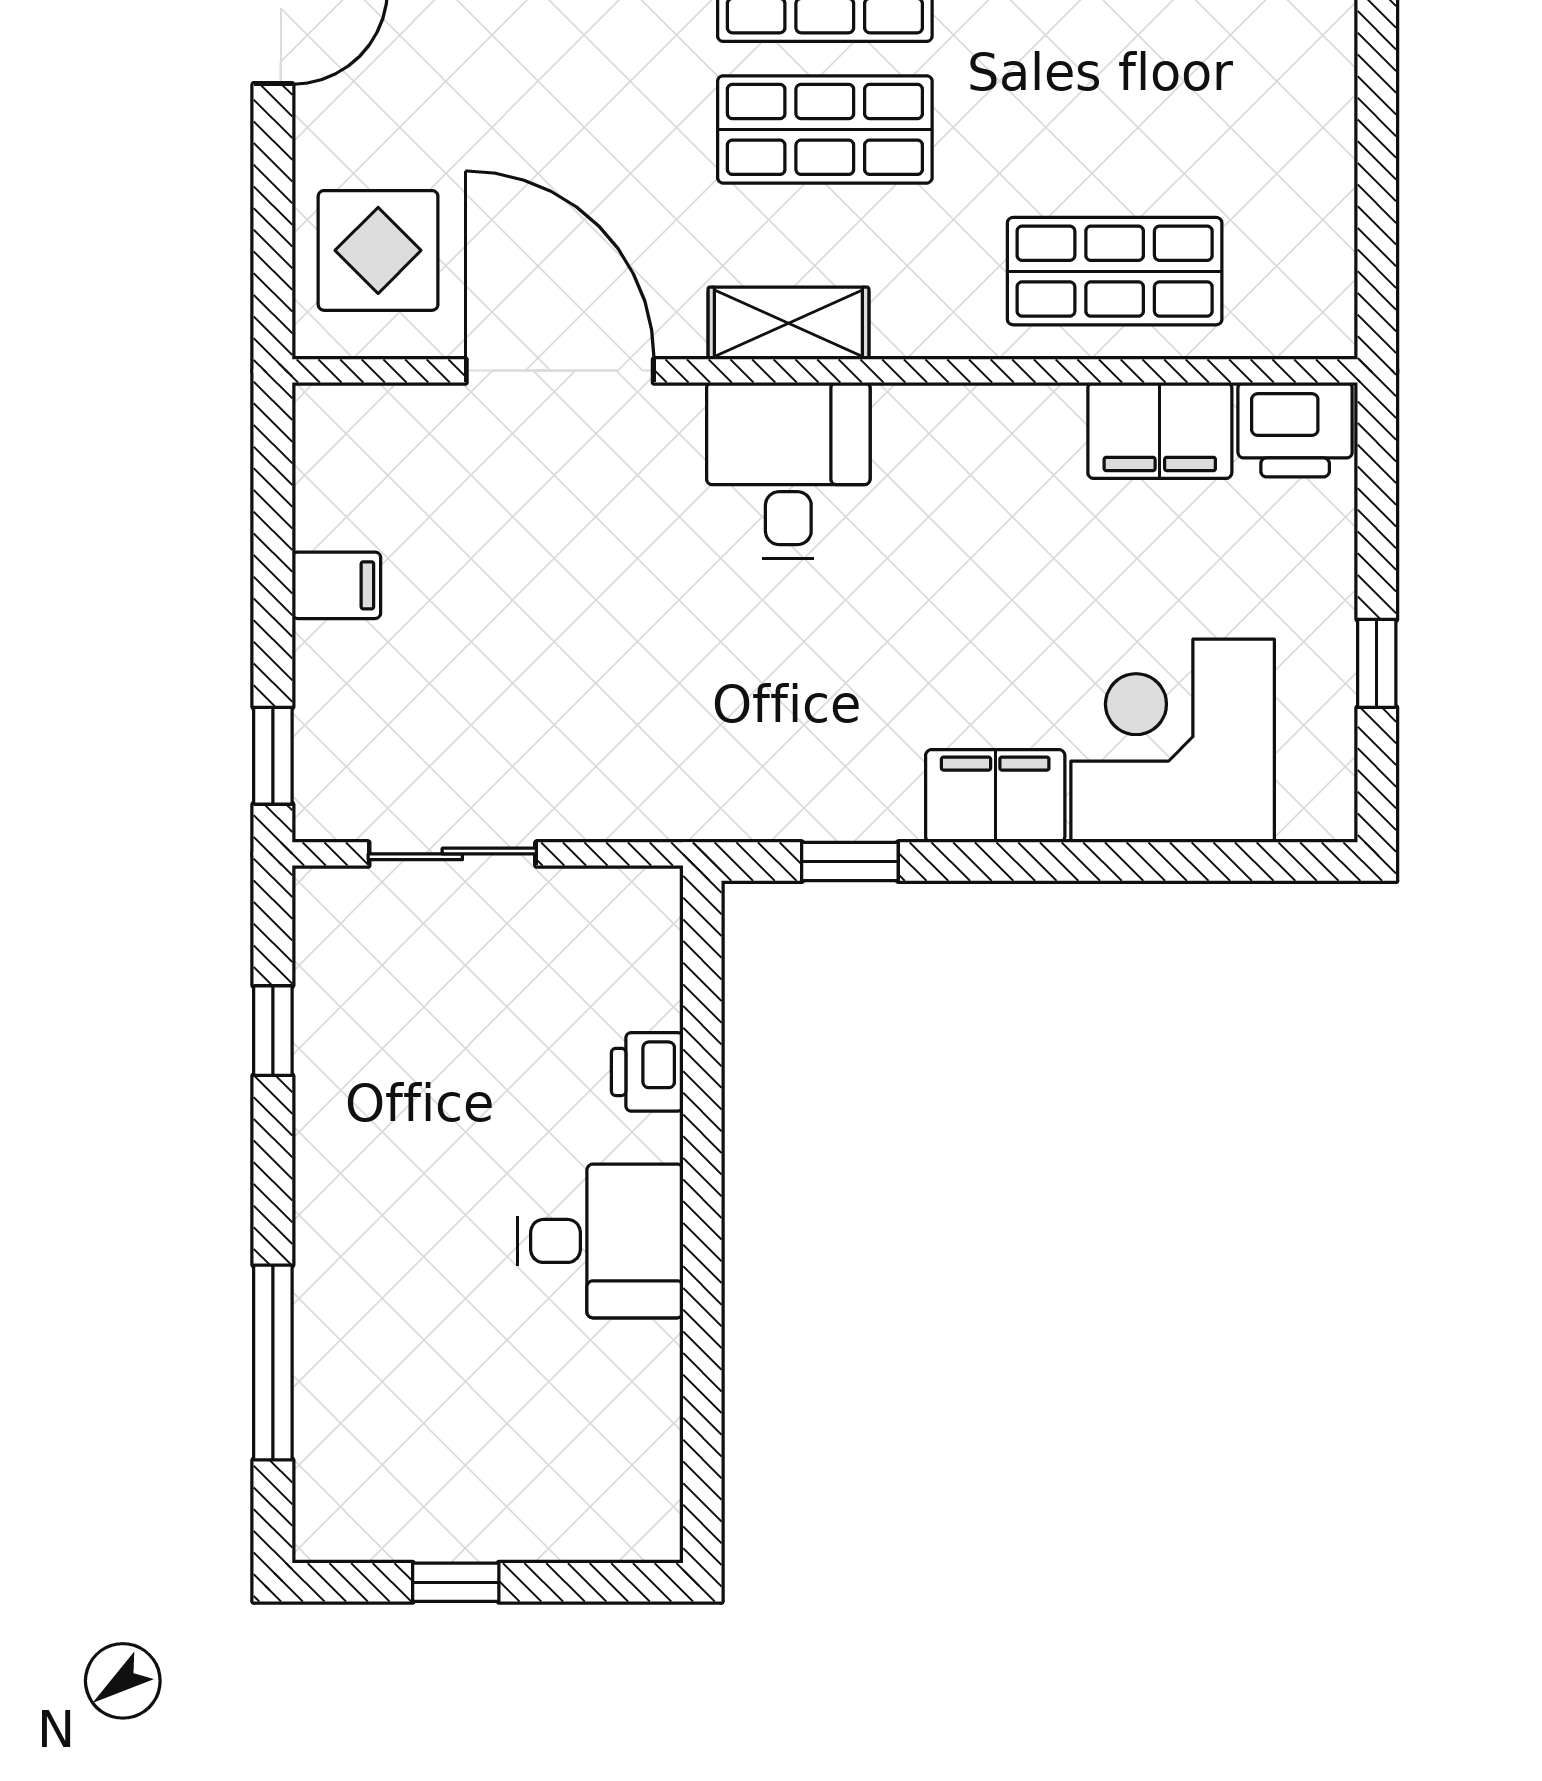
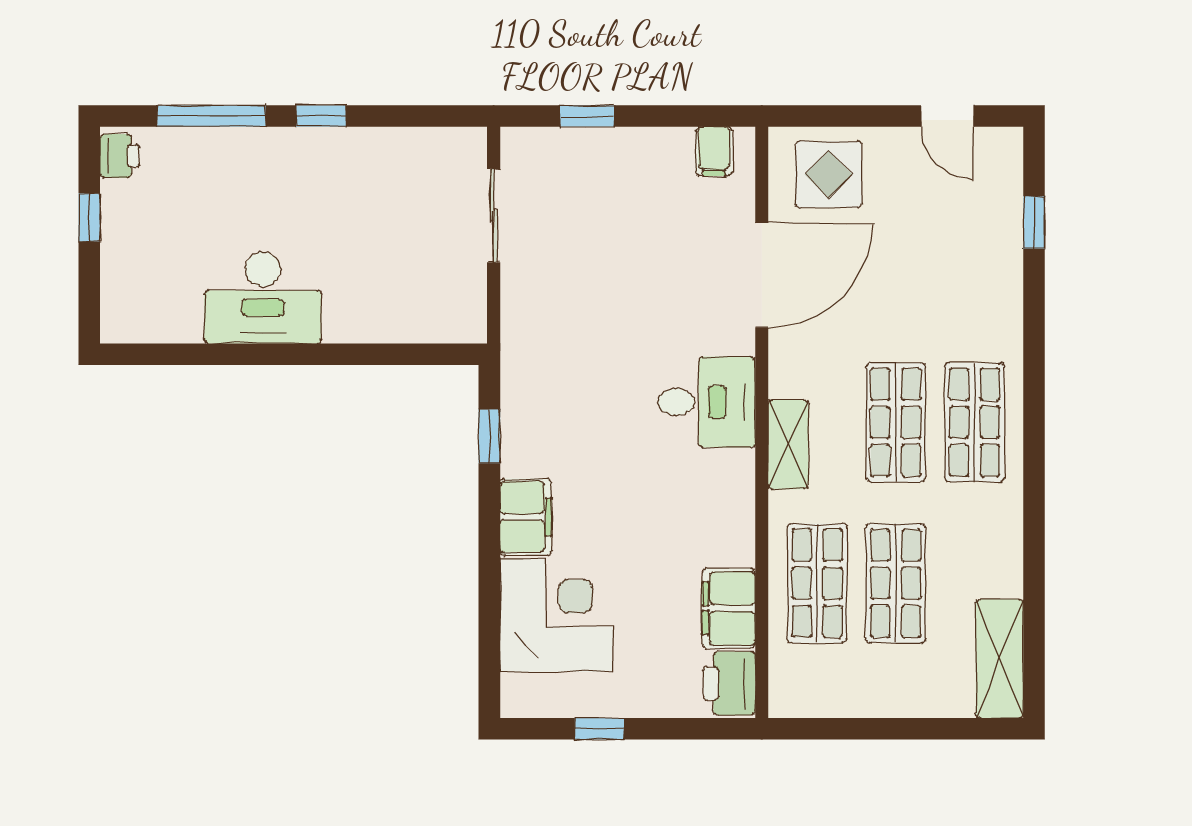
shop shelf: (1115, 129) -> (896, 583), added
shelving: (788, 323) -> (788, 444), moved
filing cabinet: (336, 585) -> (714, 151), moved
window: (273, 756) -> (587, 116), moved
window: (273, 1031) -> (321, 116), moved
printer: (647, 1072) -> (120, 156), moved, turned 90
desk: (600, 1241) -> (263, 298), width x1.37

